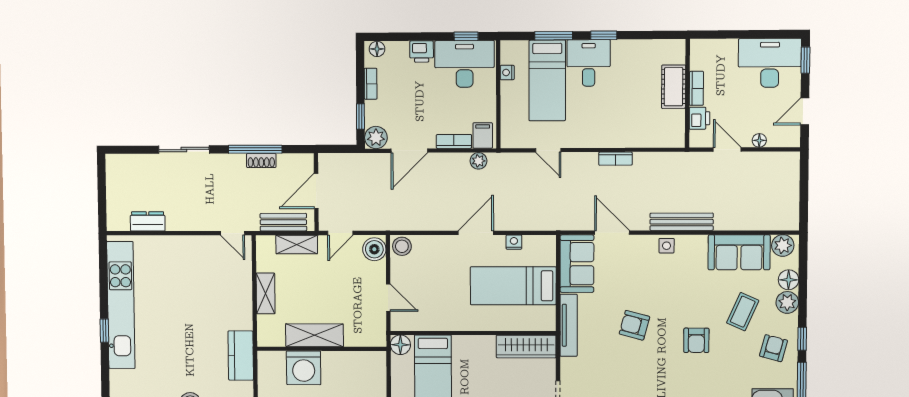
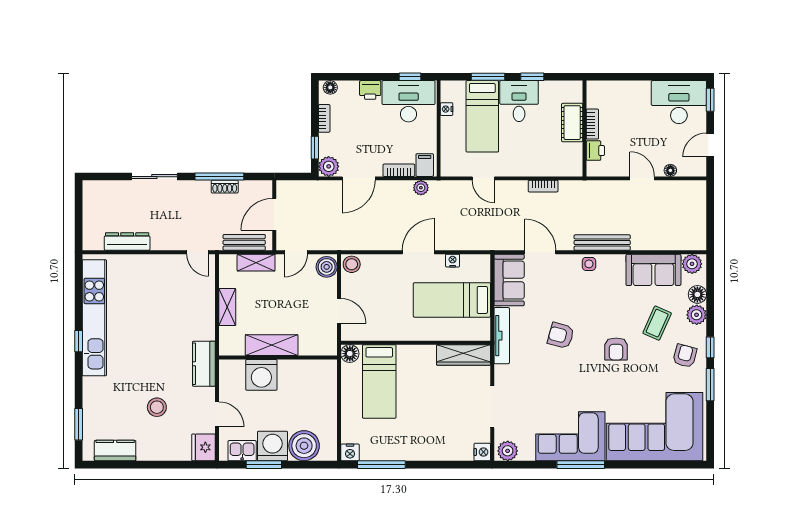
cot: (674, 87) -> (572, 123), moved
bookcase: (696, 88) -> (592, 124), moved
wall: (687, 93) -> (585, 128), moved
printer: (700, 118) -> (595, 151), moved
dresser: (148, 221) -> (127, 241), width x1.44

